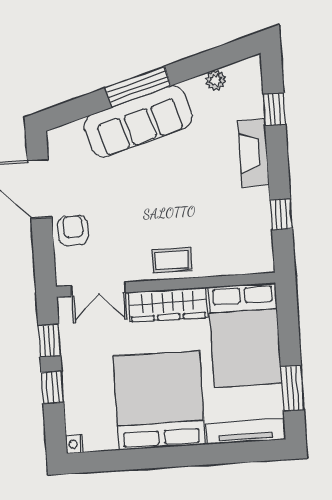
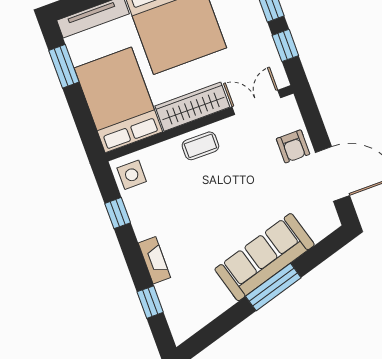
plant: (216, 80) -> (208, 312), removed
fireplace: (253, 153) -> (154, 260), width x0.73, depth x0.76
side table: (254, 251) -> (132, 175), added

